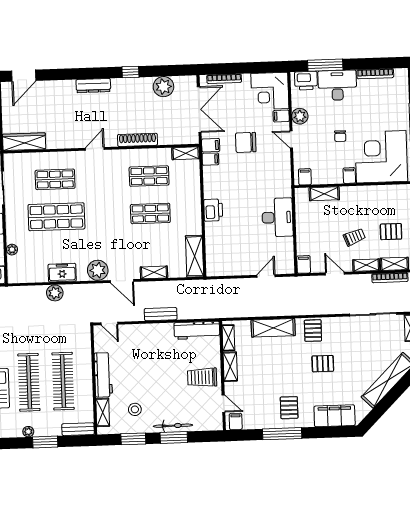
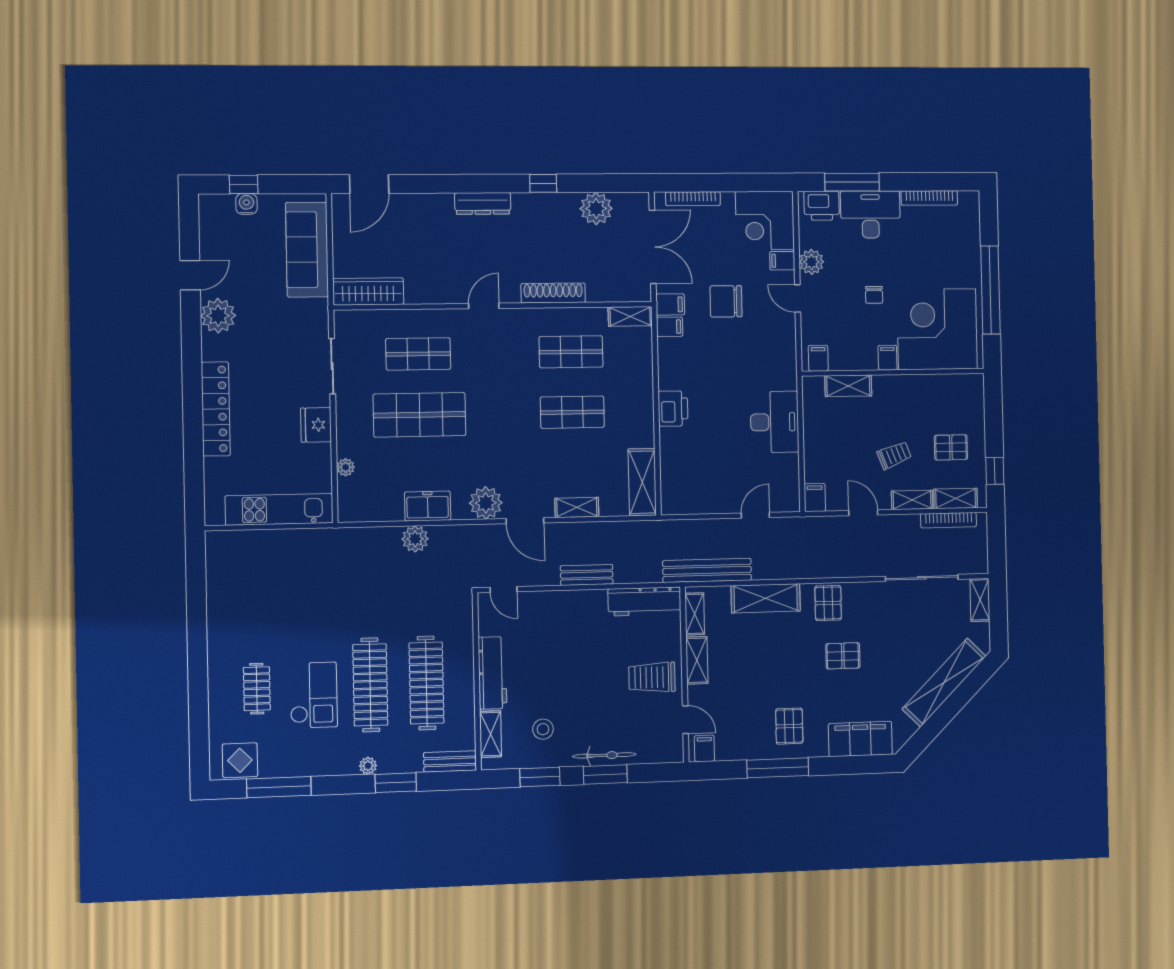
bench: (236, 311) -> (707, 570), added

